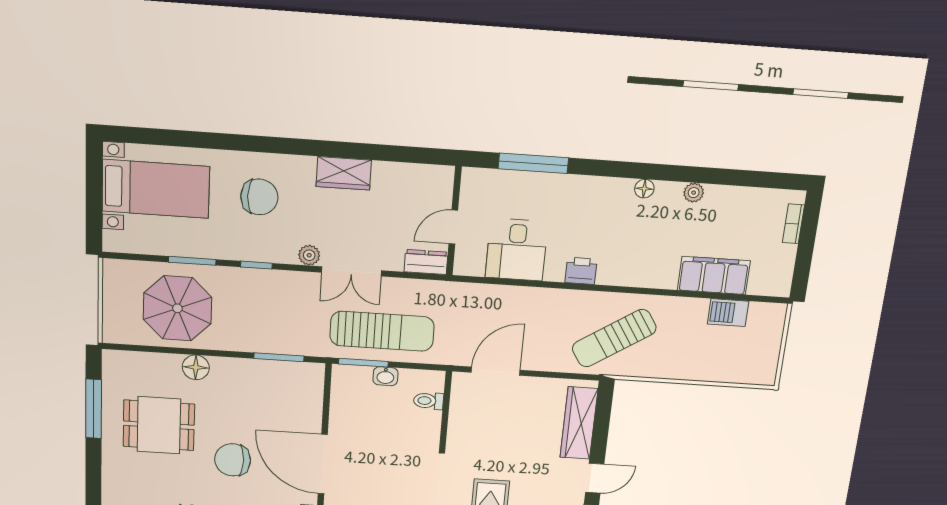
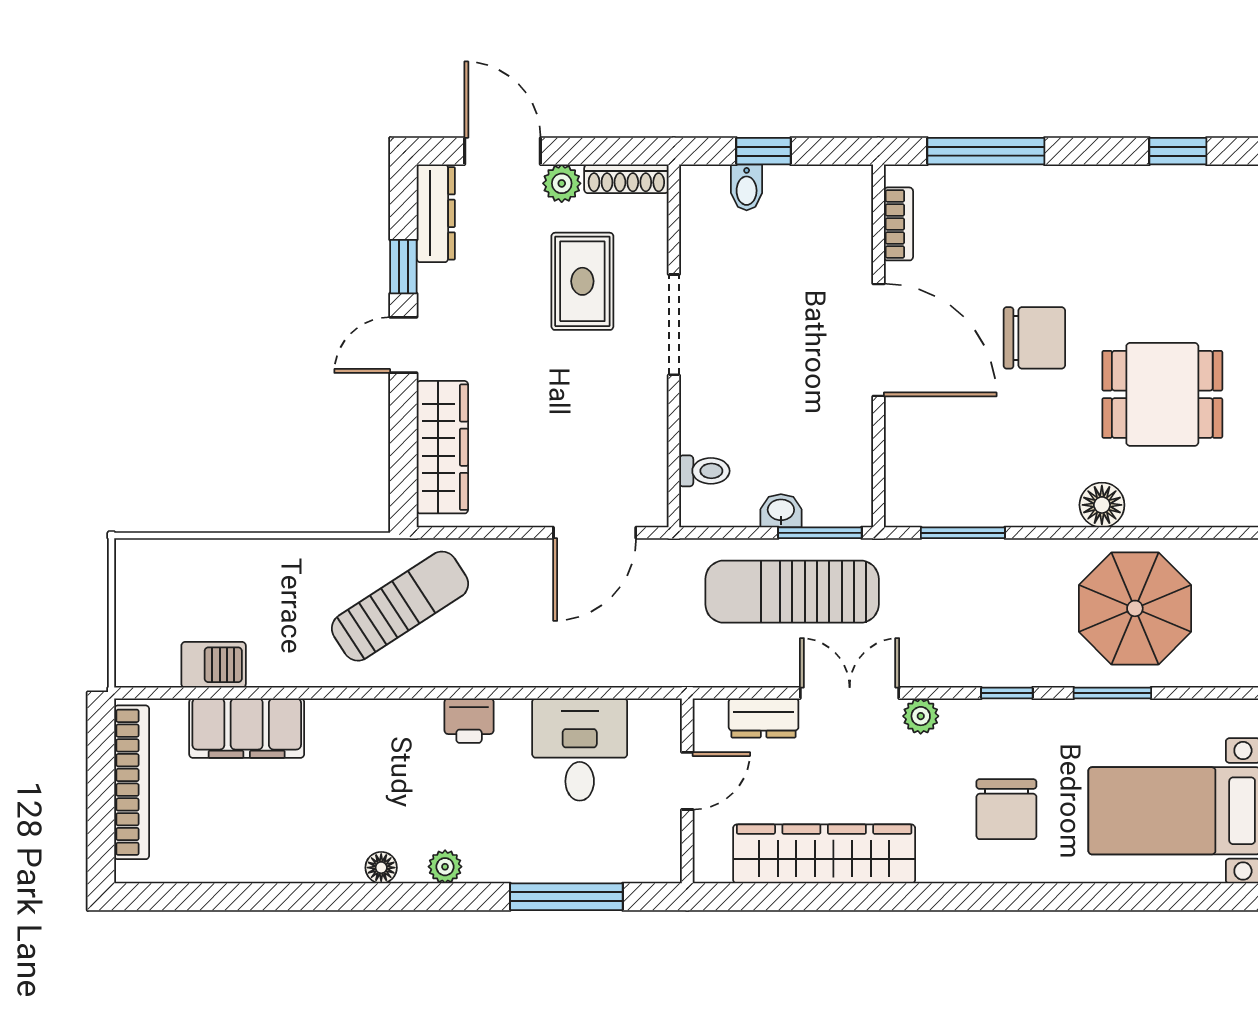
wardrobe: (344, 173) -> (824, 854), width x2.10, depth x1.17
plant: (694, 193) -> (445, 867), moved
chair: (259, 197) -> (1006, 809), turned -90
bookcase: (793, 224) -> (132, 782), width x2.31, depth x1.31
dresser: (426, 262) -> (764, 718), moved

